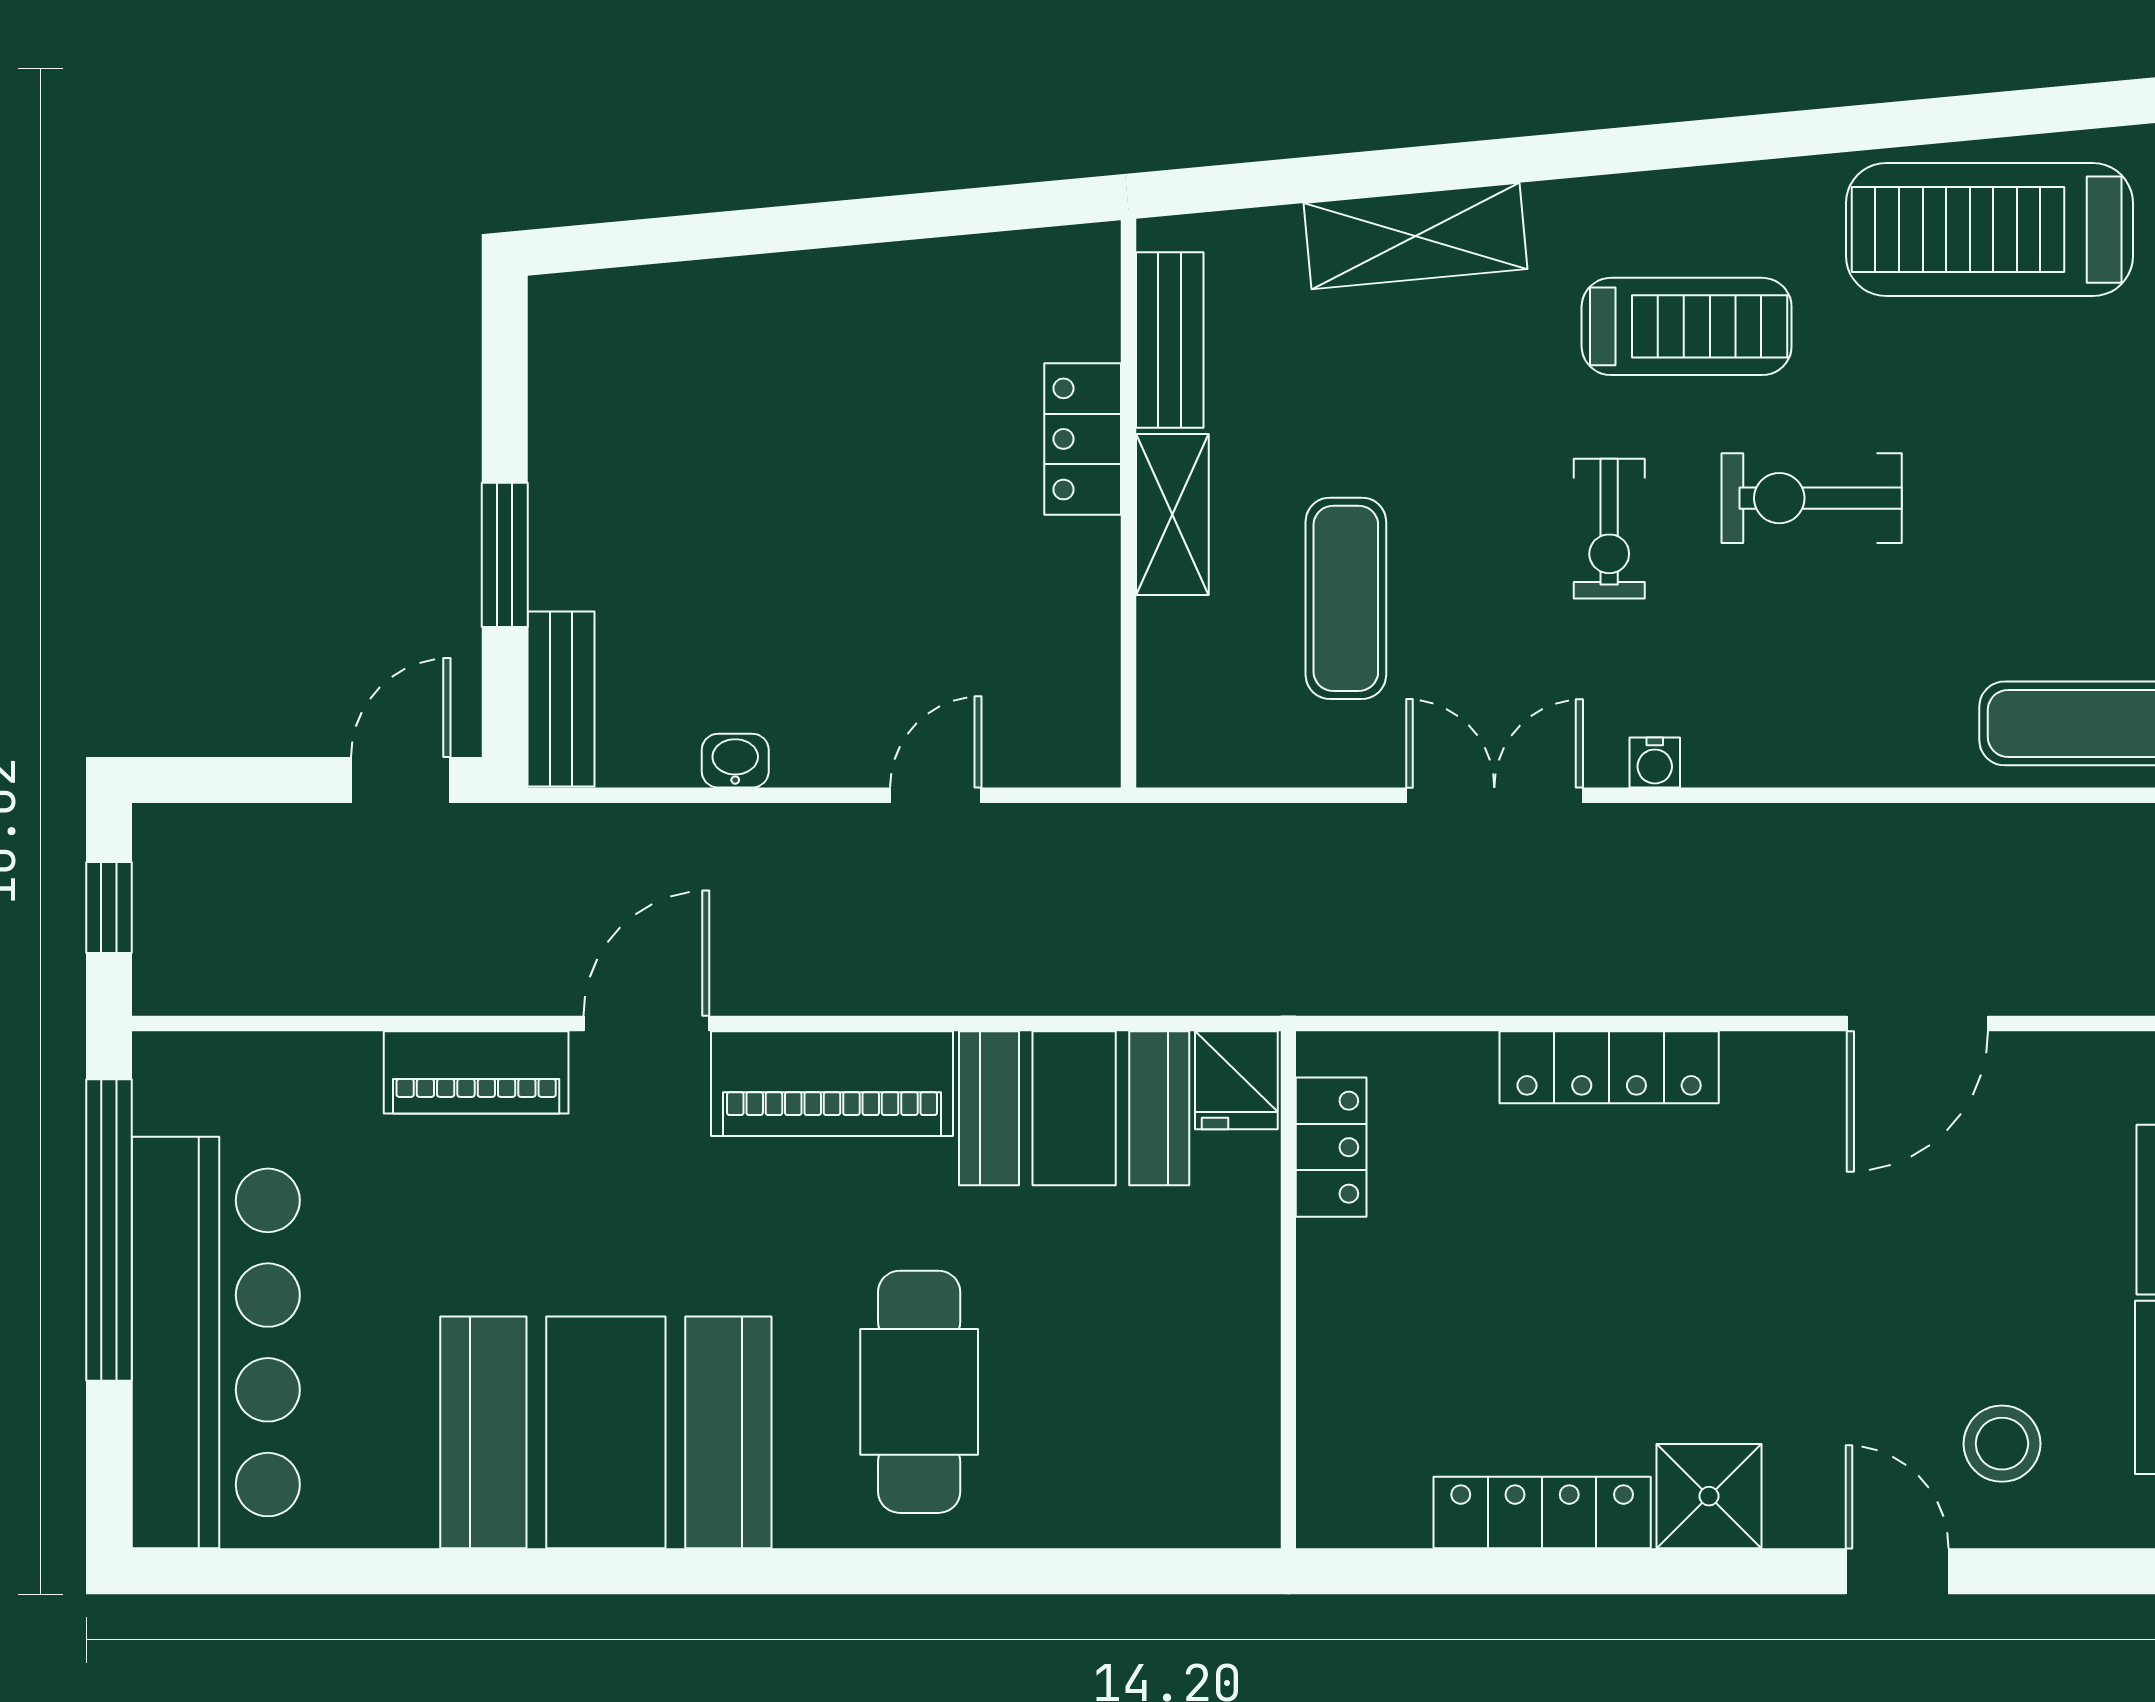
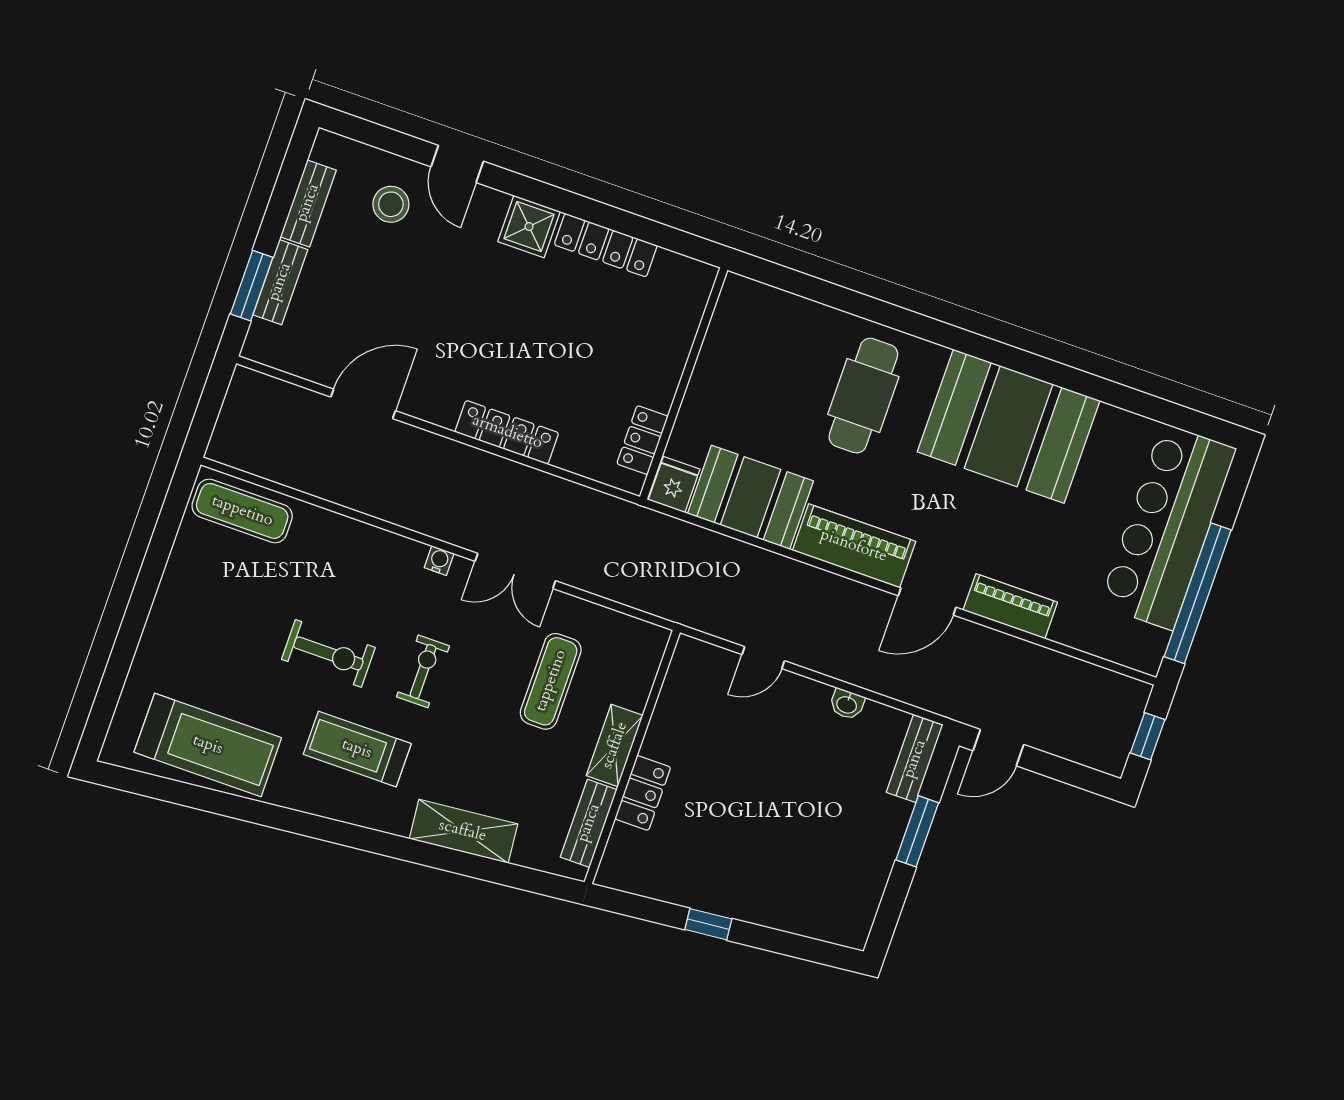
window: (859, 222) -> (708, 924), added

